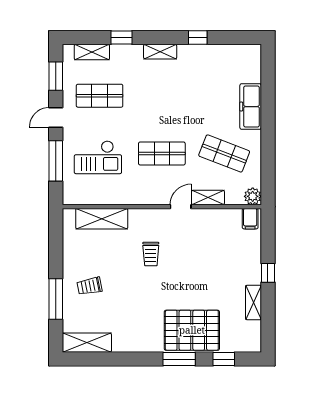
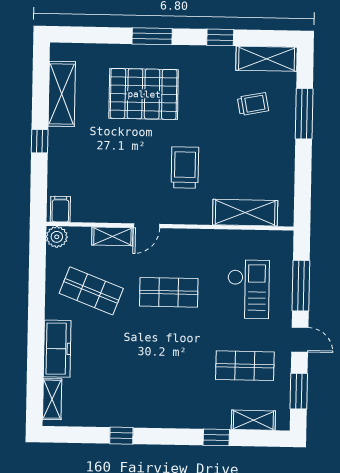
shelving: (160, 52) -> (52, 399), moved, turned 90
door: (56, 117) -> (300, 340), hinge flipped
checkout: (98, 157) -> (248, 289), turned 90
trolley: (151, 254) -> (185, 168), width x1.36, depth x1.39
trolley: (90, 286) -> (253, 104), moved
shelving: (253, 303) -> (62, 94), width x1.50, depth x1.33
pallet: (192, 330) -> (144, 94), moved
window: (224, 359) -> (220, 37), moved

